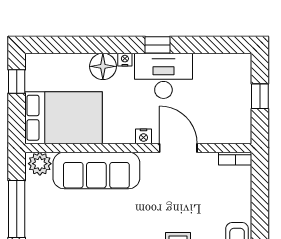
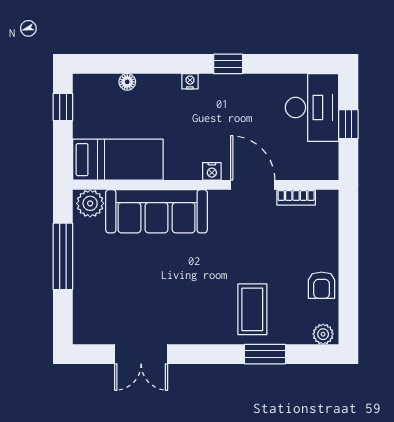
floor lamp: (103, 66) -> (127, 82), moved, width x0.53, depth x0.53
desk: (163, 76) -> (312, 108), moved, turned 90
bed: (63, 118) -> (118, 160), width x0.67
bookcase: (235, 159) -> (296, 197), moved

